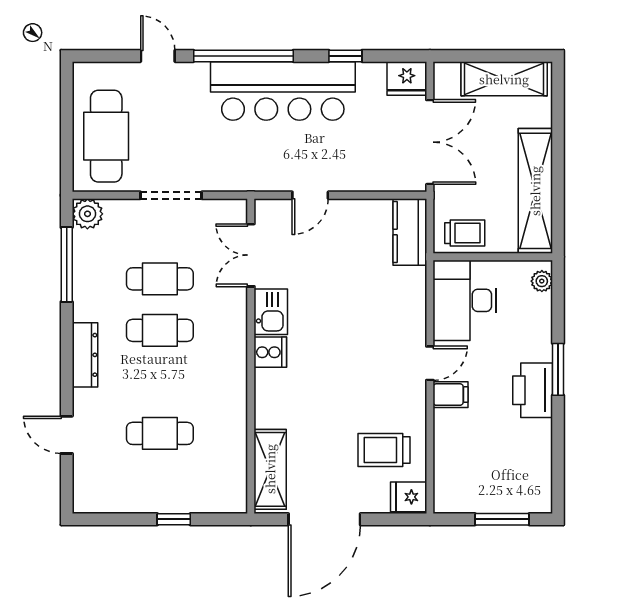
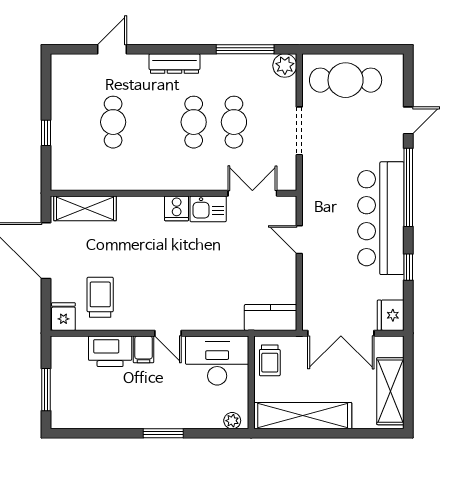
printer: (533, 390) -> (110, 351), moved, turned 180

